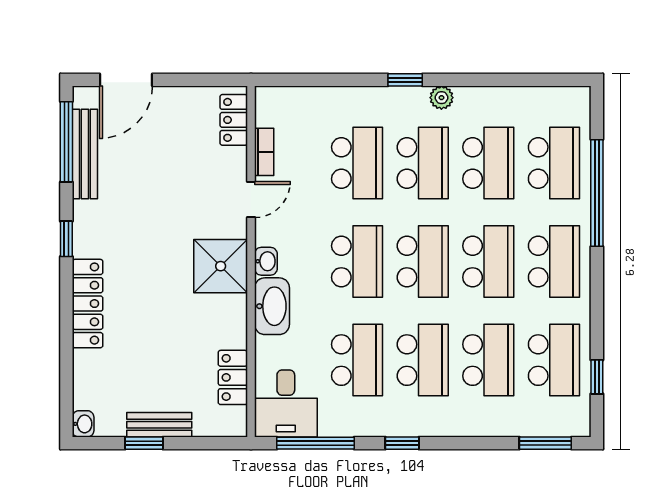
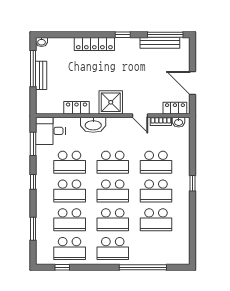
door: (126, 80) -> (192, 83), moved
plant: (441, 98) -> (185, 199), removed
school desk: (554, 163) -> (156, 249), removed
washbasin: (266, 261) -> (179, 122), moved
locker: (233, 377) -> (76, 108), moved
window: (144, 443) -> (33, 69), width x2.17
window: (316, 443) -> (33, 144), width x0.69
window: (545, 443) -> (33, 229), moved

